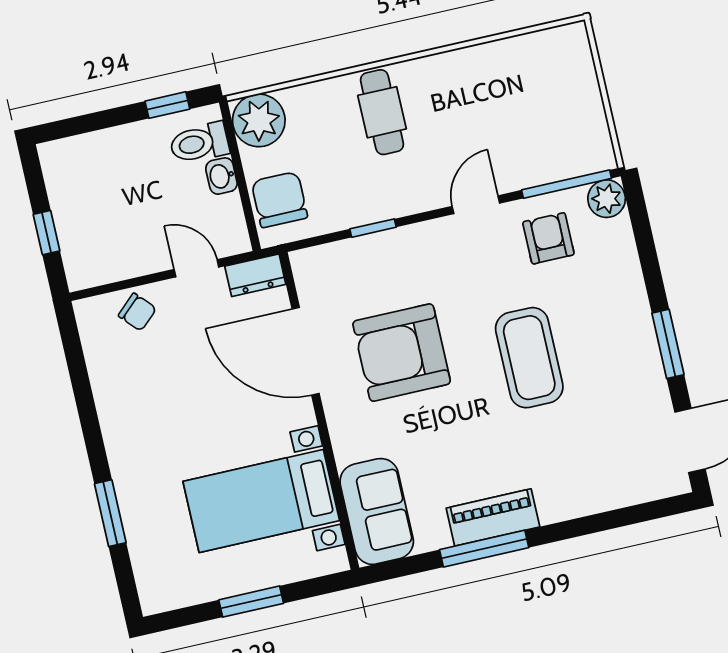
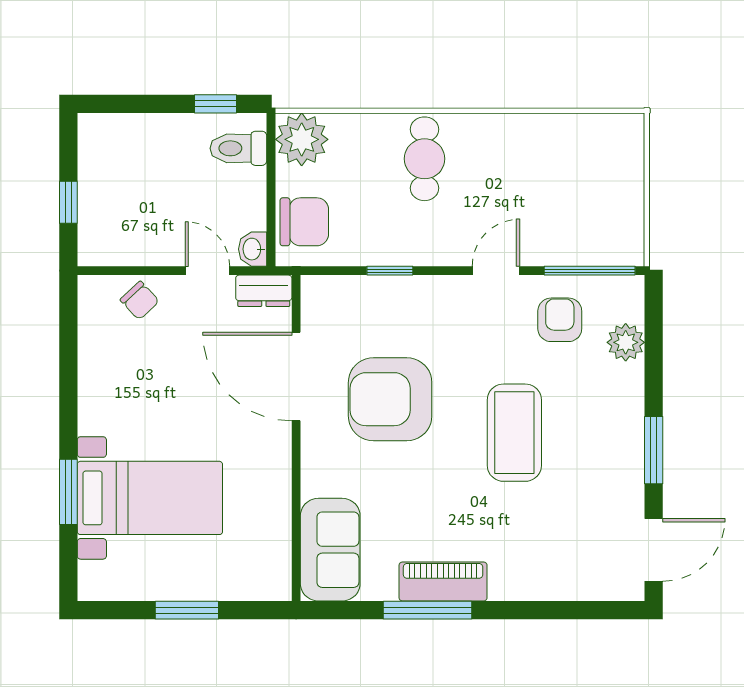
washbasin: (221, 176) -> (253, 249), moved
plant: (607, 199) -> (626, 342), moved
chair: (279, 200) -> (304, 222), turned 90
bed with nightstands: (261, 501) -> (150, 498), moved, turned 180

